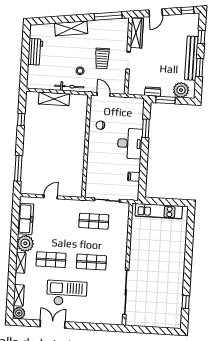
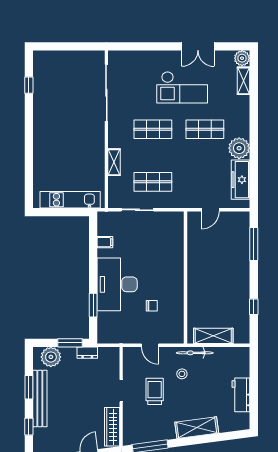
desk: (130, 143) -> (117, 284), width x1.36, depth x1.30
wall: (86, 146) -> (186, 278), moved
shelving: (21, 263) -> (114, 162), moved

